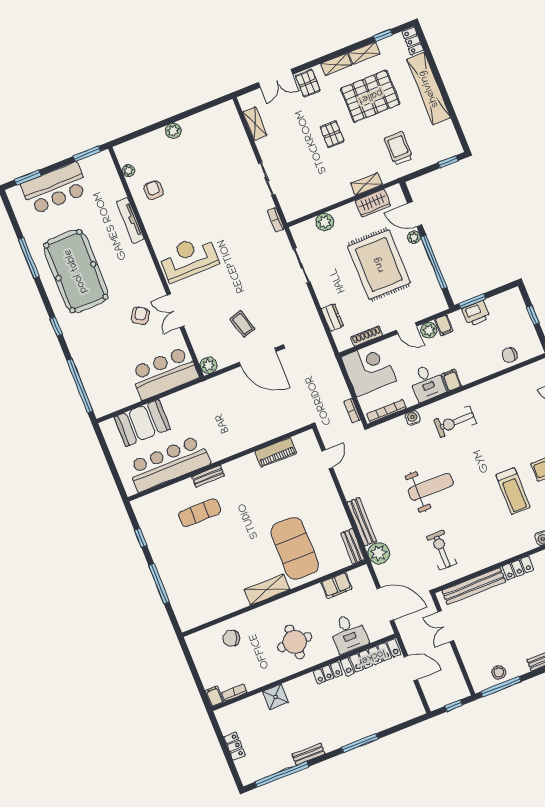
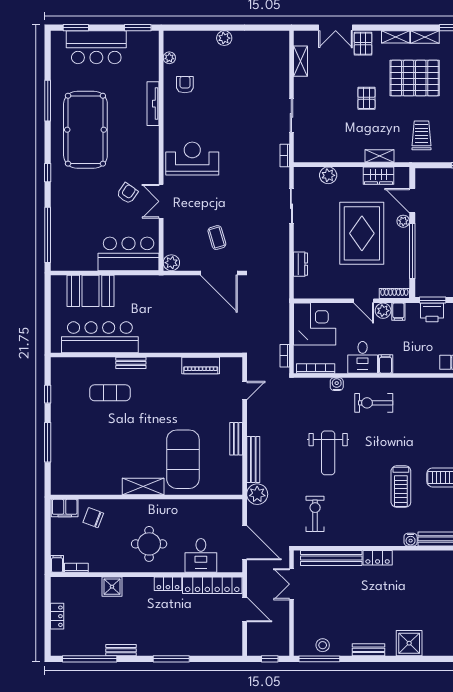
shoe rack: (367, 336) -> (394, 293), moved
weight bench: (431, 487) -> (328, 453), turned 90
bench: (353, 546) -> (236, 439), moved
filing cabinet: (336, 586) -> (65, 508), moved

